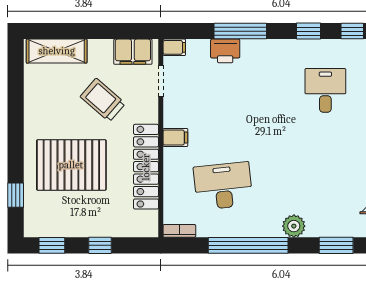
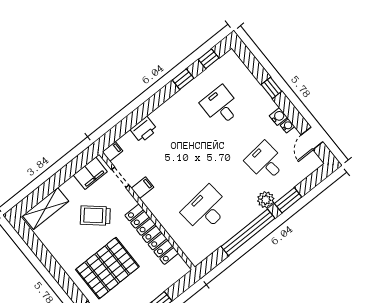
window: (240, 31) -> (143, 111), removed
filing cabinet: (175, 137) -> (143, 188), moved
desk: (325, 186) -> (265, 162), added
bookcase: (179, 231) -> (201, 256), removed
window: (336, 245) -> (288, 200), moved

